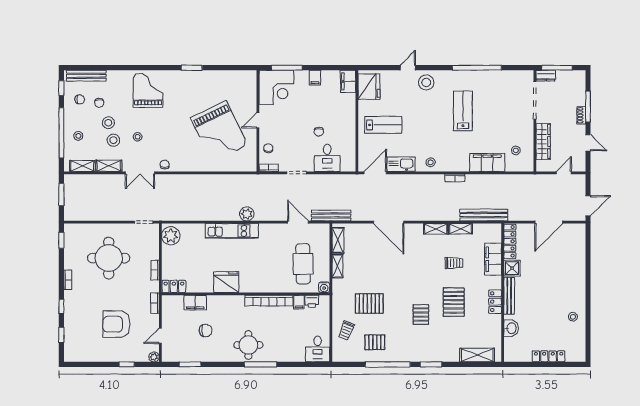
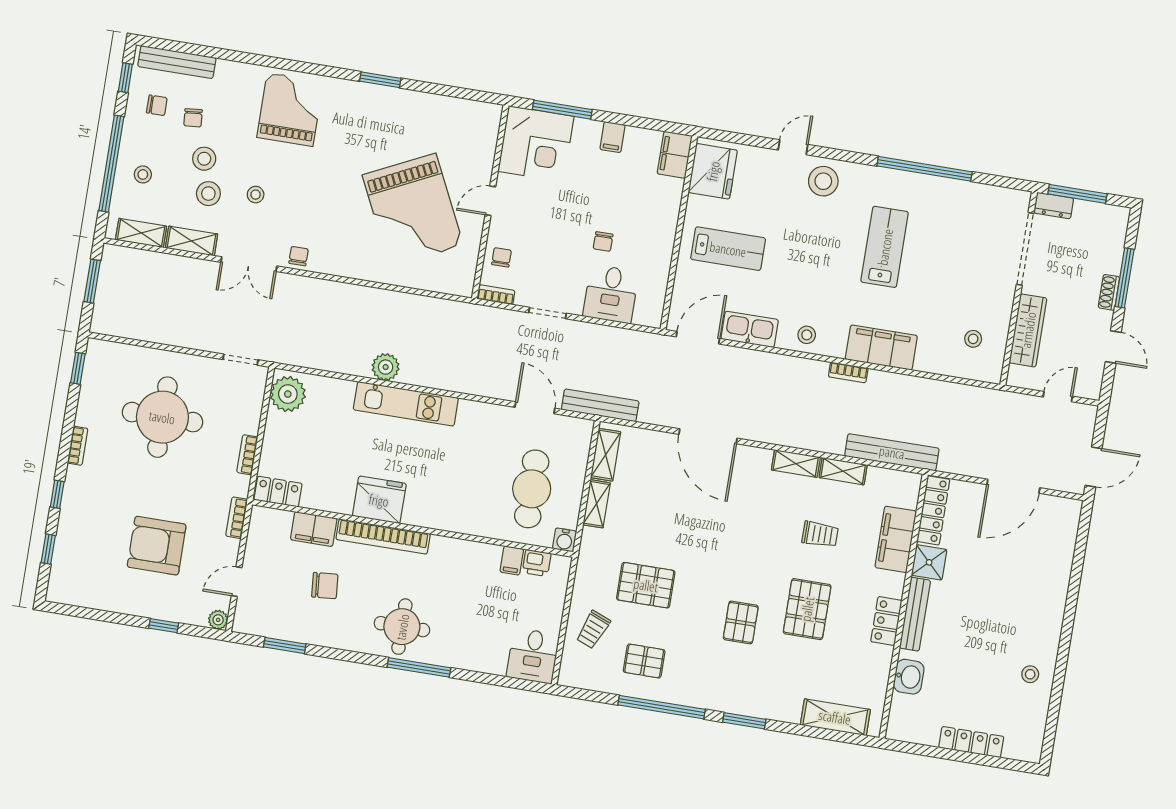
filing cabinet: (487, 162) -> (881, 347), moved
plant: (247, 214) -> (386, 367), moved
bookcase: (269, 301) -> (383, 537), moved

